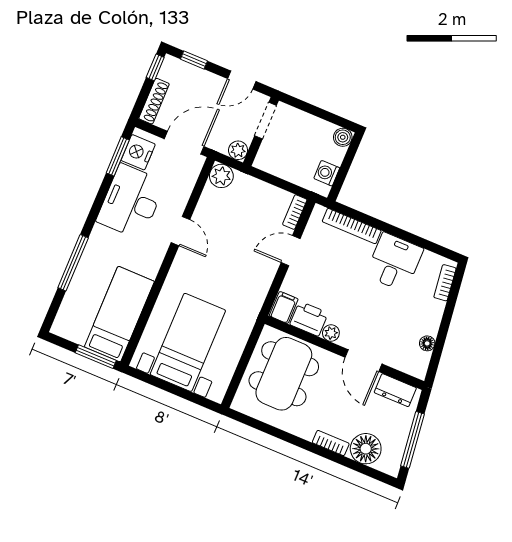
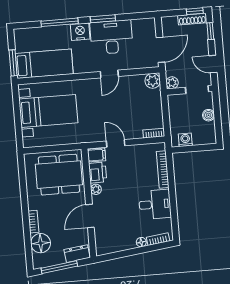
shoe rack: (154, 101) -> (192, 19), moved
boiler: (343, 137) -> (208, 115), moved
door: (184, 143) -> (160, 50), hinge flipped
nightstand: (138, 152) -> (80, 32), moved
window: (118, 156) -> (103, 19), moved
door: (291, 251) -> (116, 143), moved
floor lamp: (427, 343) -> (141, 242), moved
dresser: (395, 390) -> (77, 254), moved, turned 83

